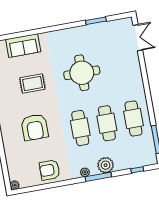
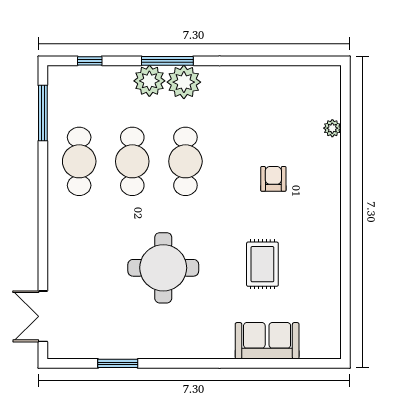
rug: (32, 84) -> (262, 264), turned 90
armchair: (35, 127) -> (273, 179), width x0.53, depth x0.53
armchair: (50, 170) -> (259, 91), removed
plant: (85, 172) -> (184, 82), width x1.88, depth x1.88
plant: (15, 185) -> (332, 128), moved

